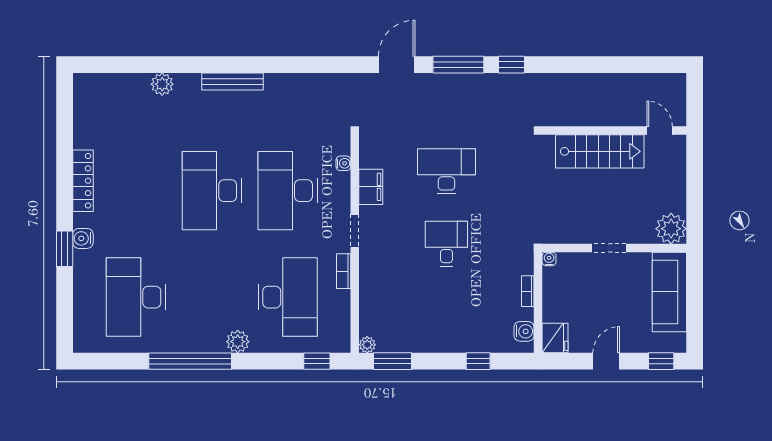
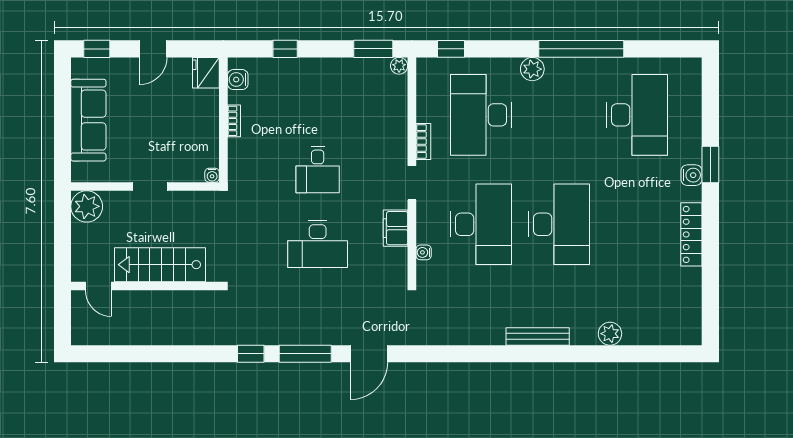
plant: (671, 229) -> (87, 206), moved
doorway: (609, 248) -> (150, 186), moved
wall: (614, 248) -> (145, 186), moved
water cooler: (549, 259) -> (212, 175), moved

